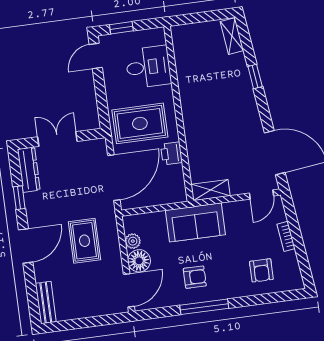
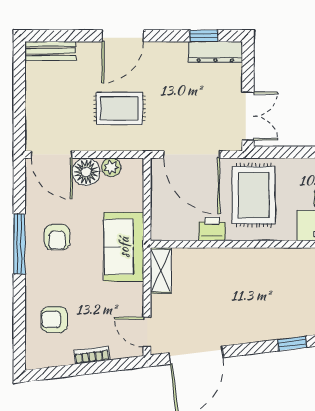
double door: (57, 139) -> (248, 116), moved
window: (19, 198) -> (204, 36), moved
door: (26, 246) -> (123, 36), hinge flipped

